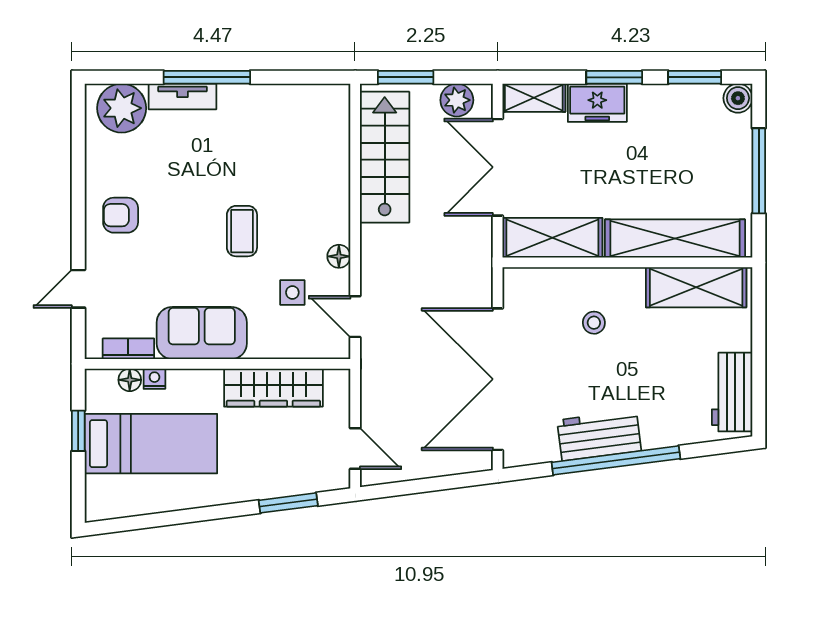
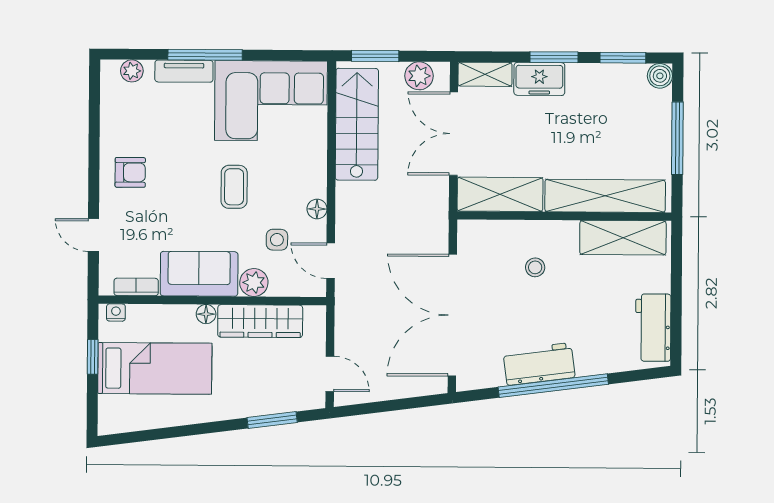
plant: (122, 108) -> (132, 71), width x0.53, depth x0.53
corner sofa: (284, 130) -> (271, 101), added
armchair: (121, 215) -> (130, 172), turned 180
door: (78, 289) -> (93, 235), hinge flipped
plant: (266, 343) -> (254, 283), added
nightstand: (154, 379) -> (116, 313), moved
floor lamp: (130, 380) -> (206, 314), moved

